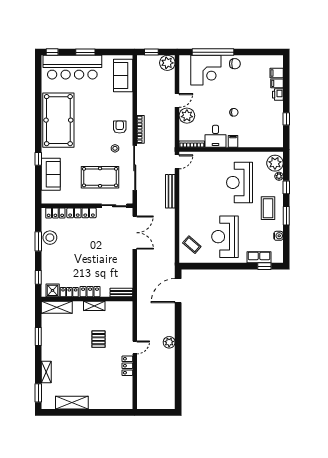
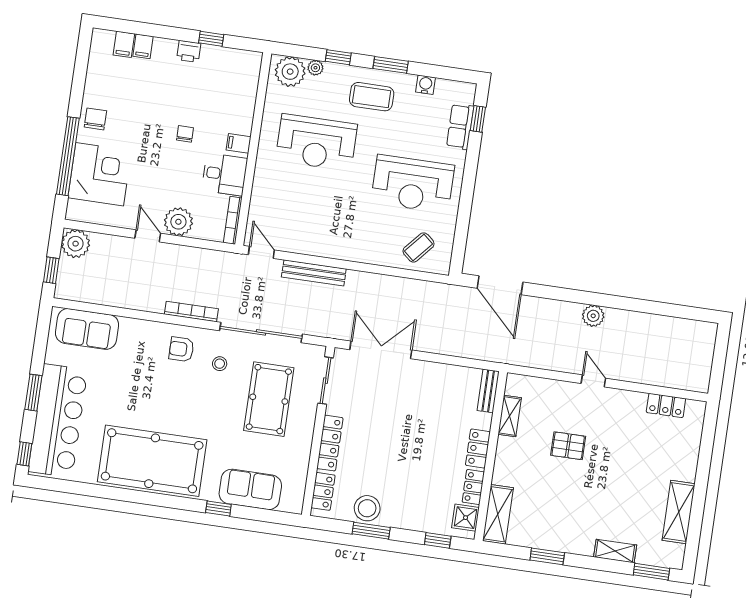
printer: (278, 95) -> (189, 51), moved
shelving: (94, 306) -> (510, 416), moved
locker: (127, 366) -> (666, 405), moved

